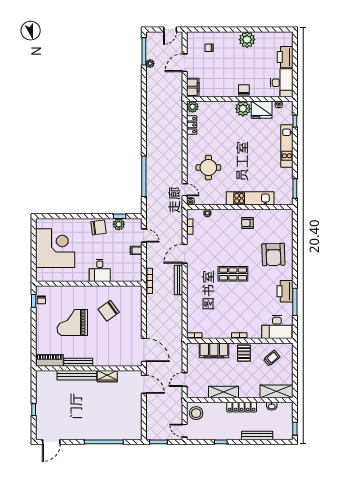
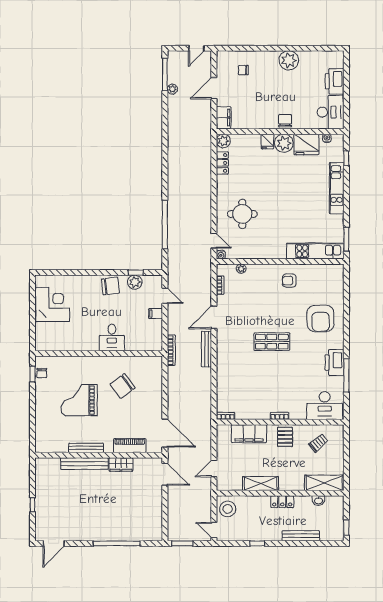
fridge: (229, 107) -> (267, 141), added
kitchen unit: (250, 198) -> (315, 251), moved
corner desk: (55, 248) -> (52, 304), width x0.74, depth x0.74
piano: (50, 360) -> (130, 446), moved
locker: (242, 407) -> (282, 502), width x0.66

